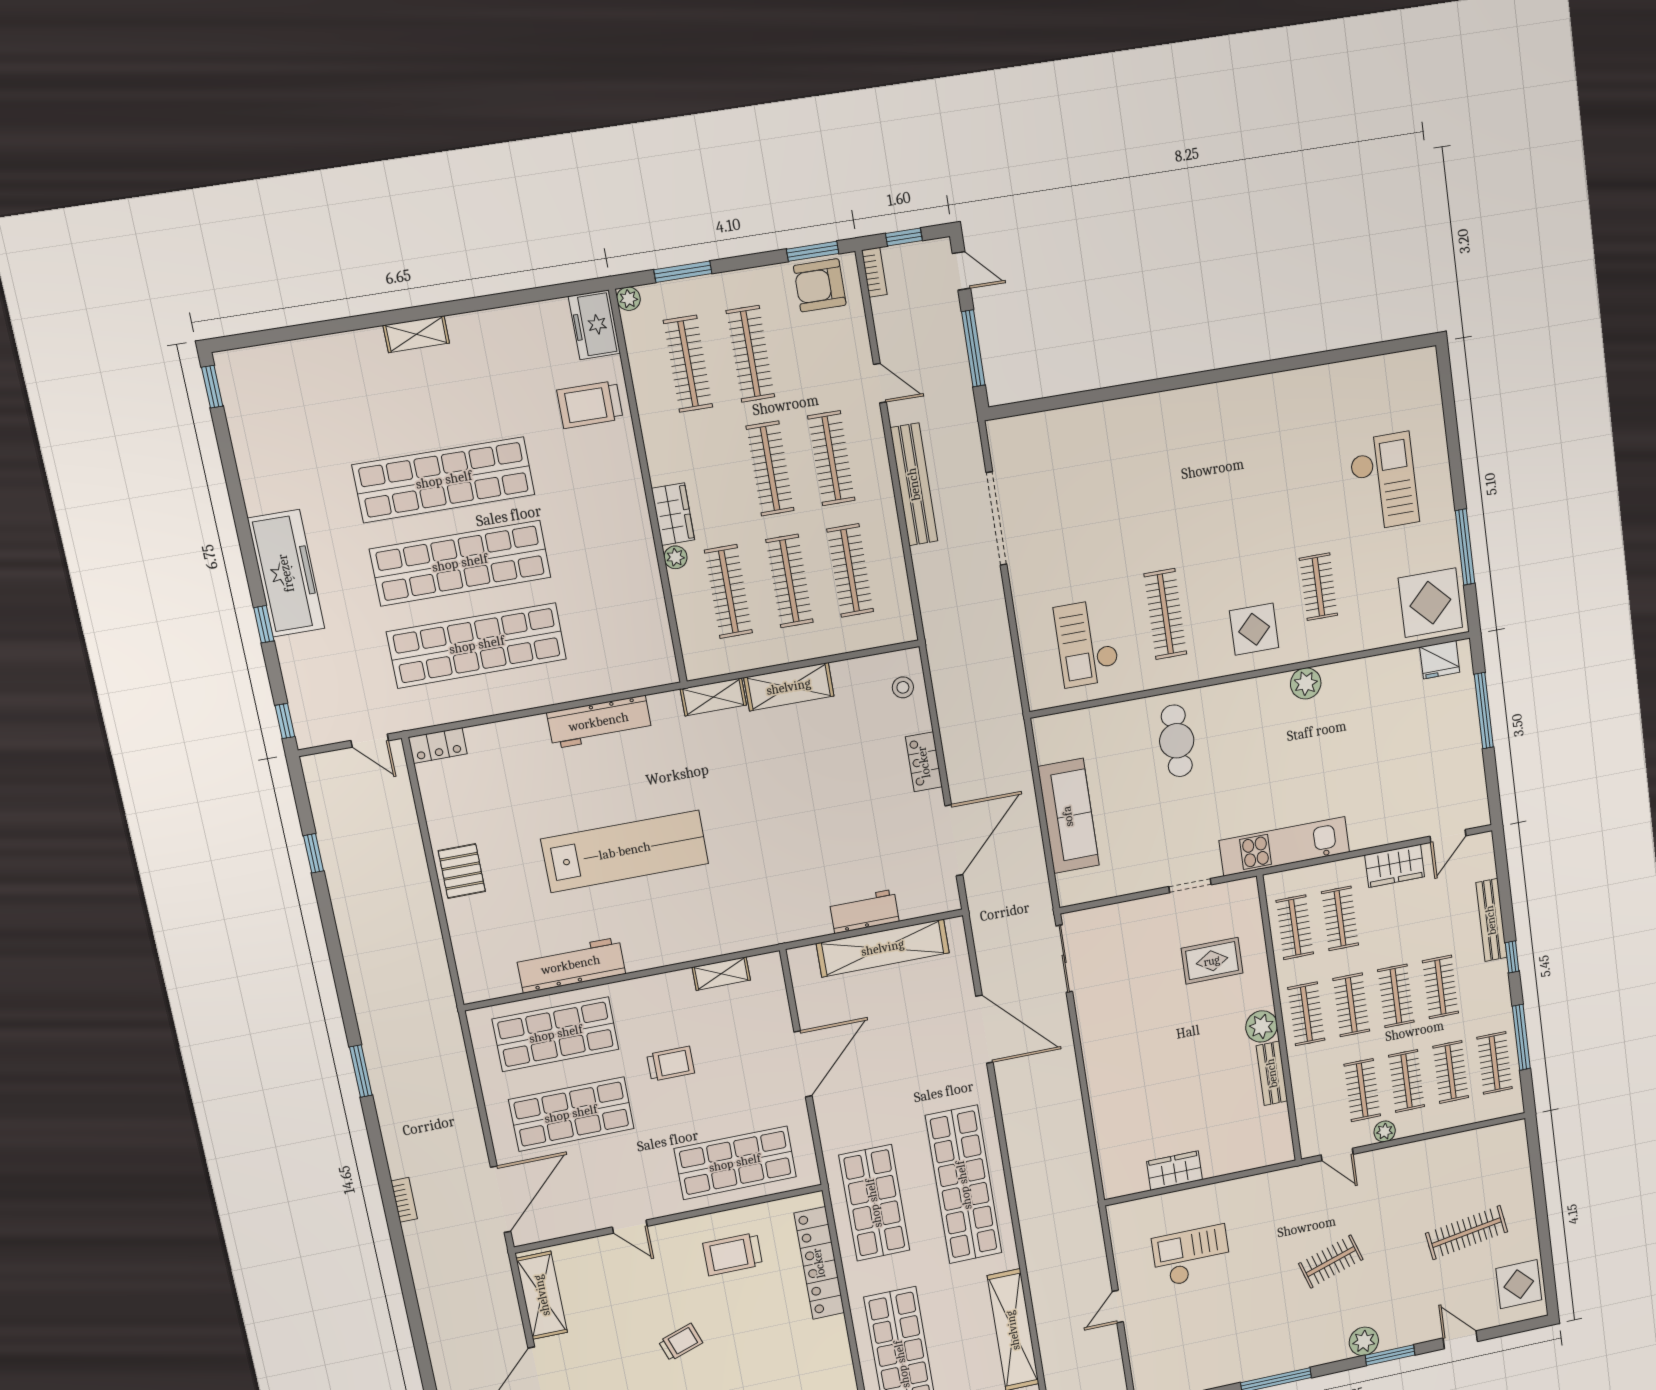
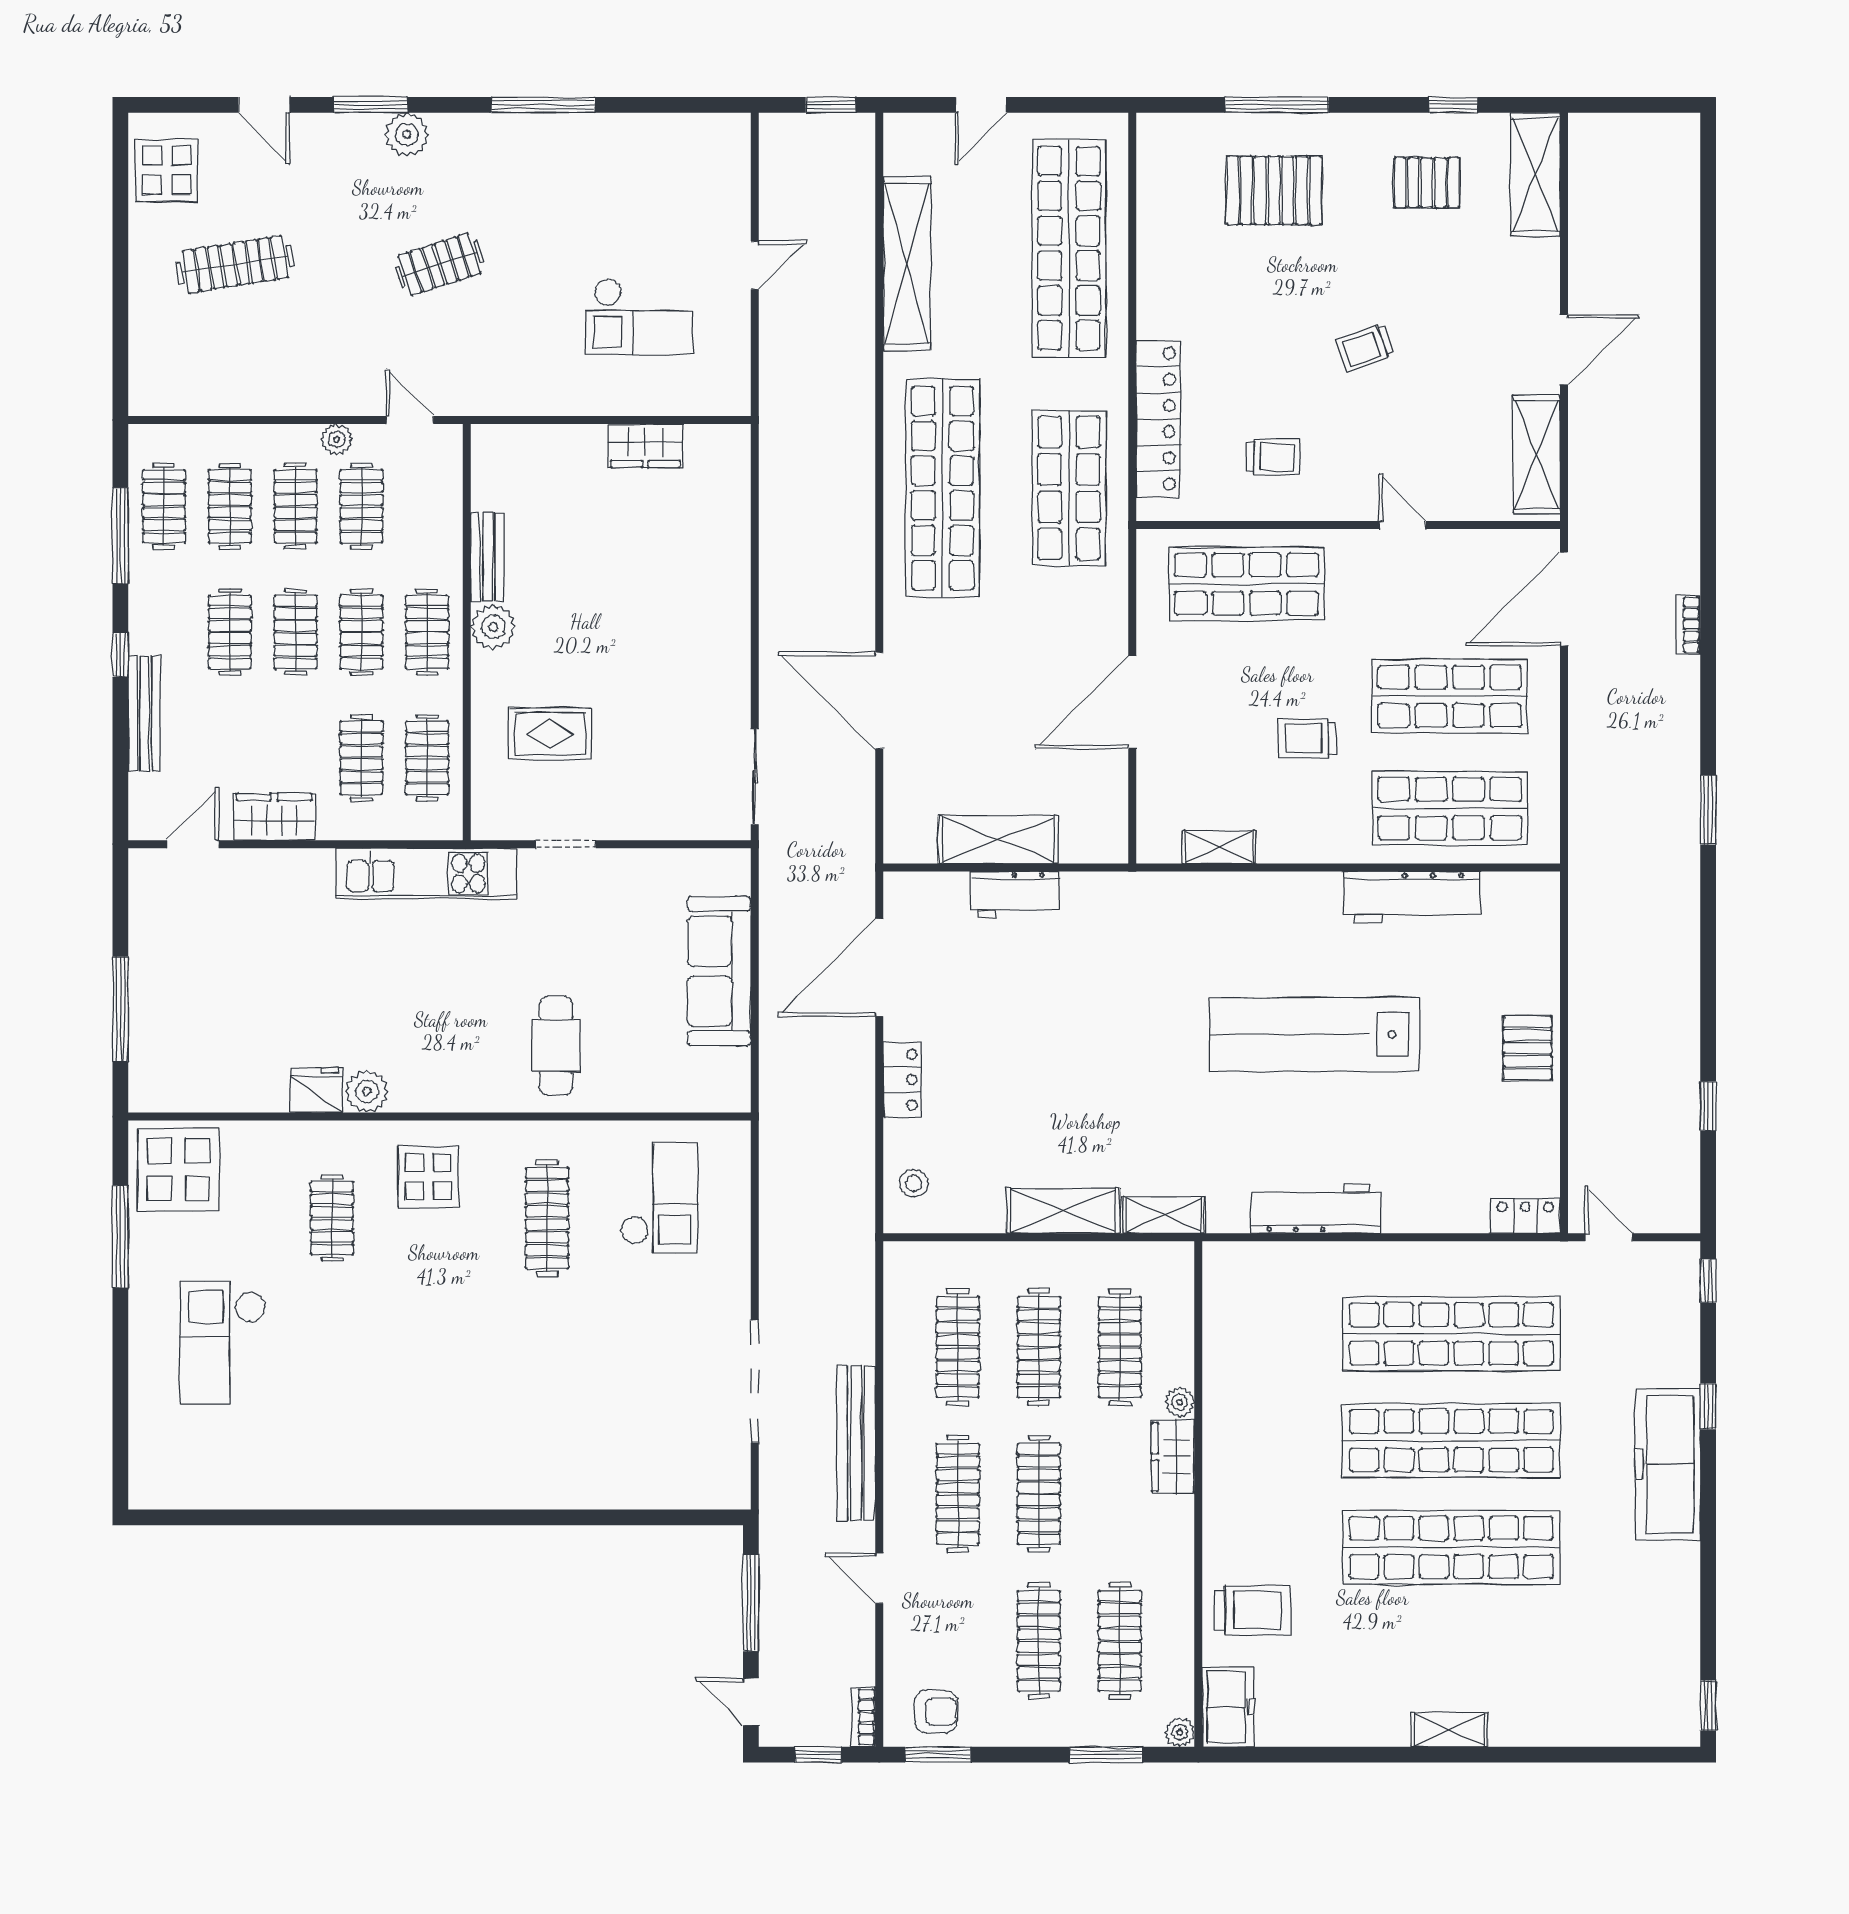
armchair: (820, 285) -> (936, 1712), width x0.72, depth x0.72
fridge: (1440, 660) -> (316, 1090), moved
shelving: (883, 948) -> (998, 840), width x0.68
trolley: (733, 1254) -> (1273, 457), width x0.73, depth x0.72

